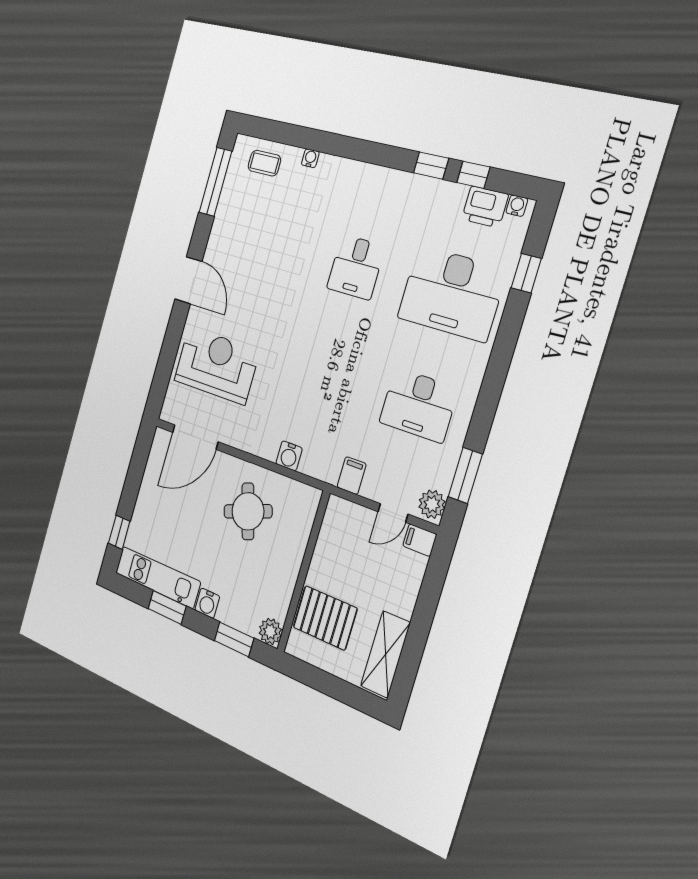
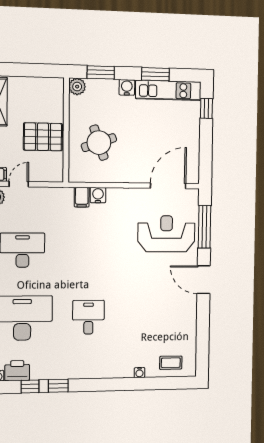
window: (216, 182) -> (204, 227), moved
reception desk: (217, 365) -> (166, 234), turned 180
filing cabinet: (352, 476) -> (82, 197), moved
round table: (248, 511) -> (99, 143), moved
pallet: (325, 618) -> (43, 137), moved

